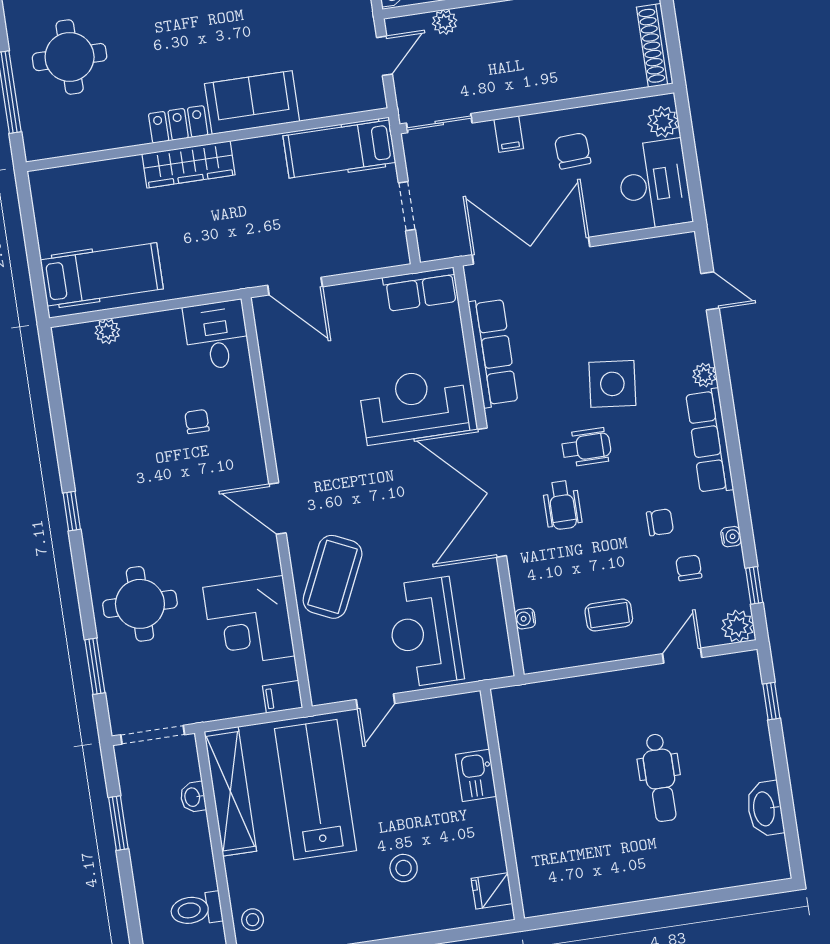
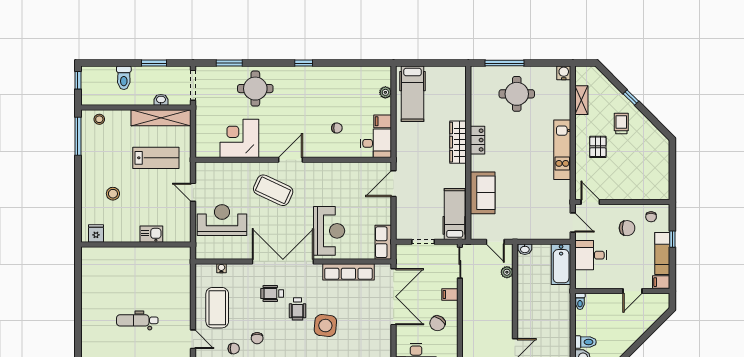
sofa: (252, 102) -> (483, 193), moved
chair: (573, 151) -> (437, 323), turned 129
coffee table: (333, 577) -> (273, 190), moved
coffee table: (609, 615) -> (217, 308), width x1.86, depth x1.72
filing cabinet: (283, 697) -> (383, 121), moved, turned -90
lab bench: (315, 790) -> (156, 158), width x0.73, depth x0.72
toilet: (196, 909) -> (124, 78), moved, turned 180

